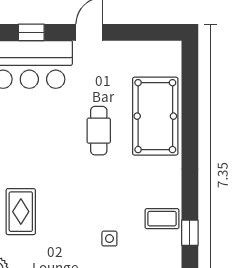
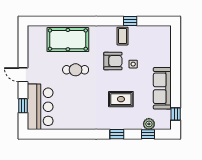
armchair: (115, 201) -> (113, 61), added
rug: (21, 212) -> (121, 99), moved

